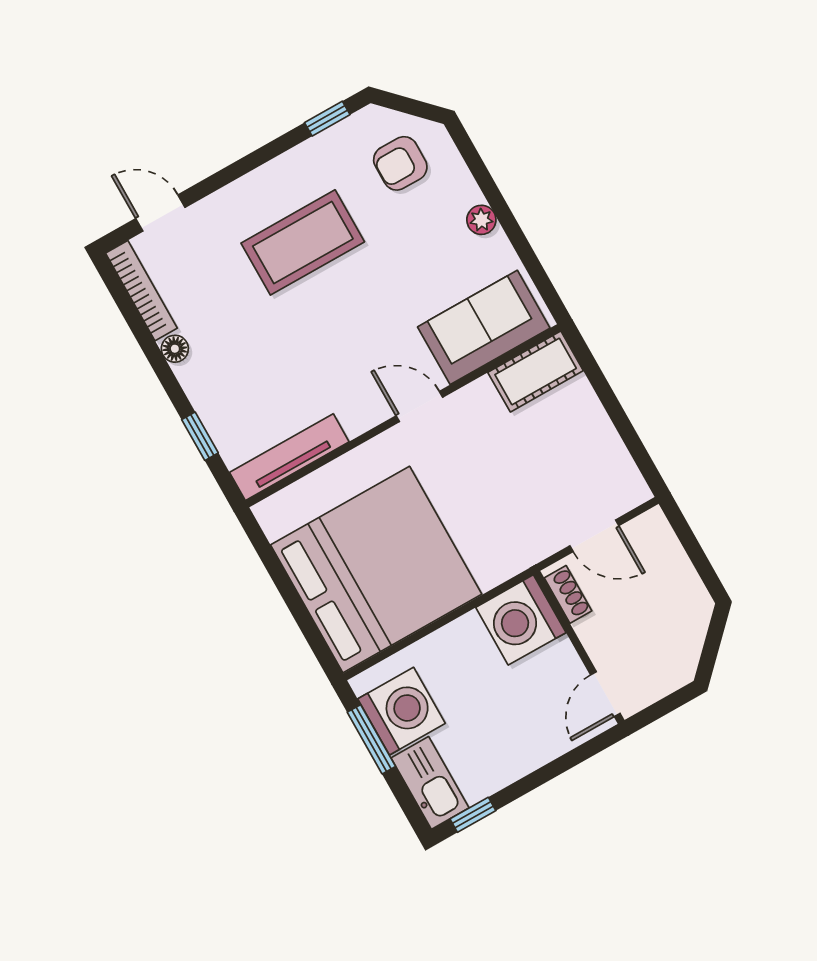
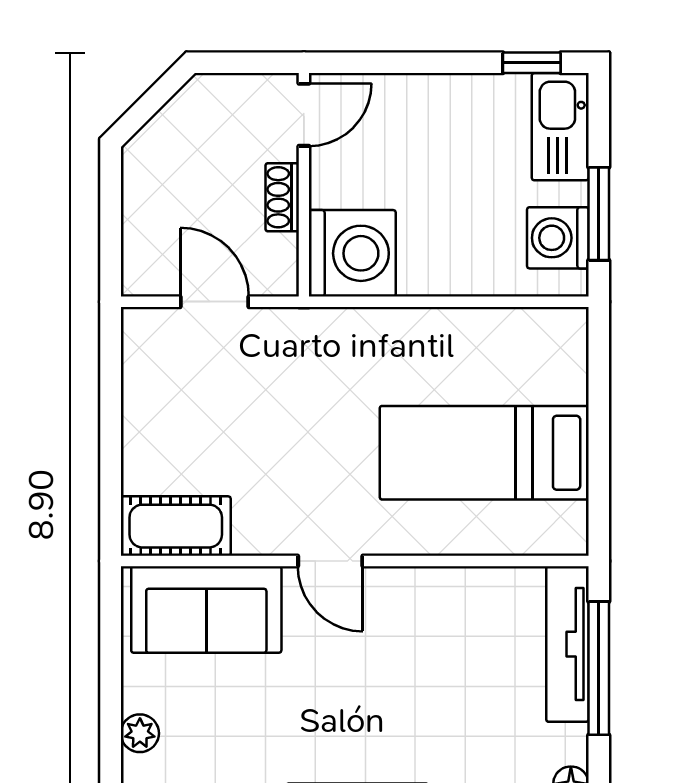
window: (200, 436) -> (599, 668), width x2.17
tv unit: (289, 457) -> (567, 644), moved, turned 90
bed: (376, 569) -> (484, 453), width x0.49
shoe rack: (568, 594) -> (282, 197), moved
washing machine: (401, 711) -> (558, 238), width x0.73, depth x0.73

